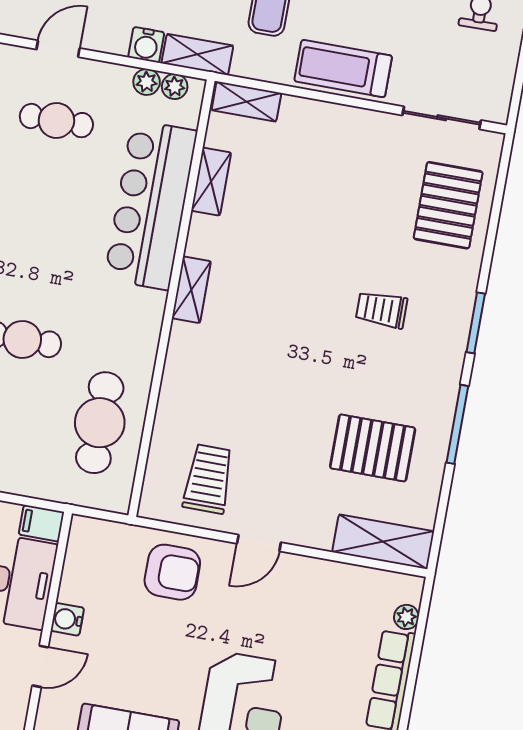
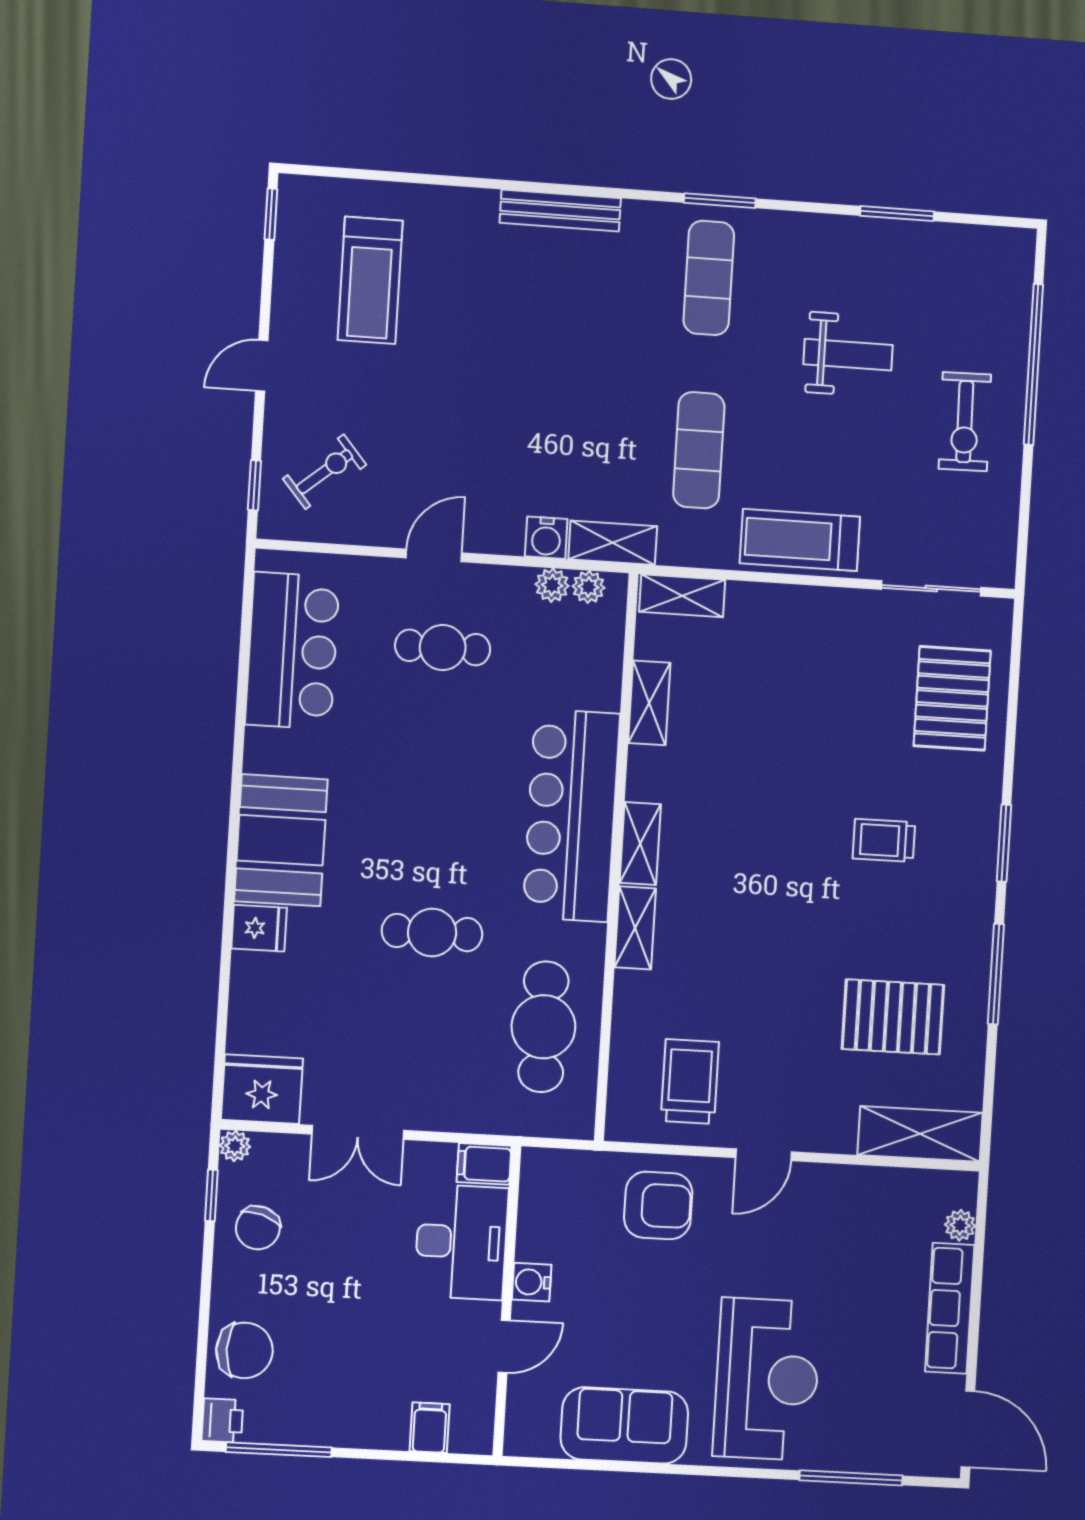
bar counter: (151, 205) -> (571, 815), moved
shelving: (180, 355) -> (635, 928), added

